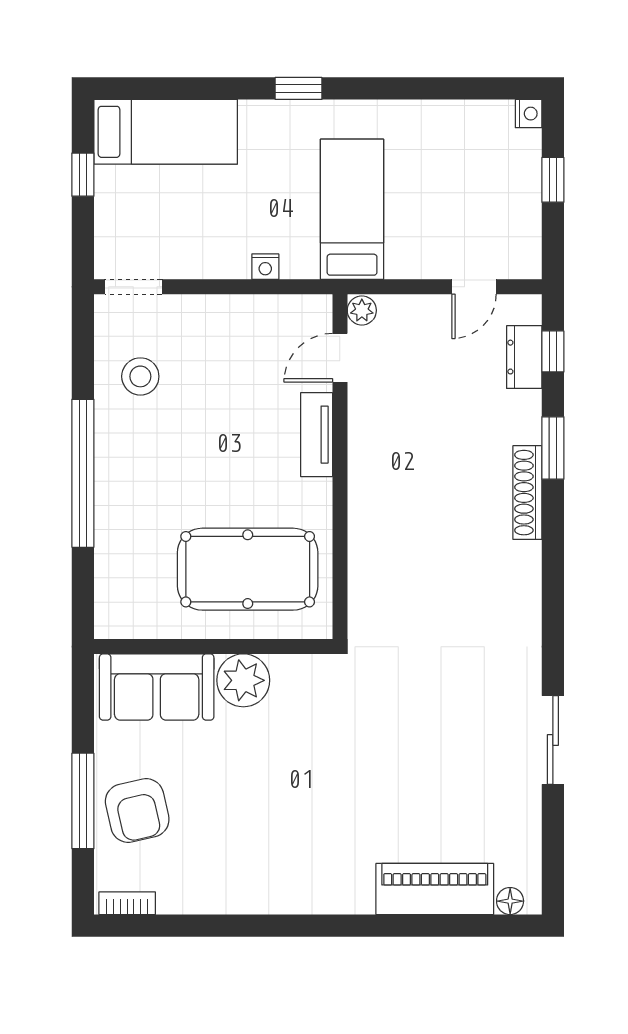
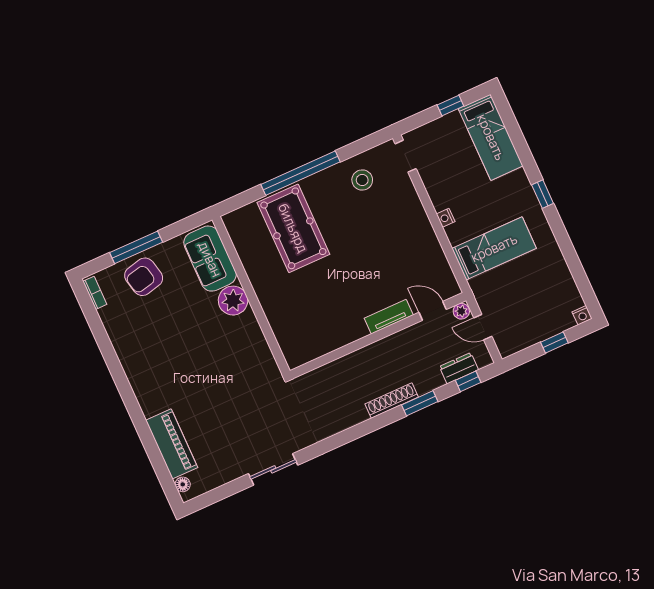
plant: (362, 310) -> (461, 311), moved
door: (340, 358) -> (433, 311), moved
tv unit: (317, 435) -> (389, 317), moved
wall: (340, 467) -> (378, 336), moved
pool table: (248, 569) -> (293, 228), moved

